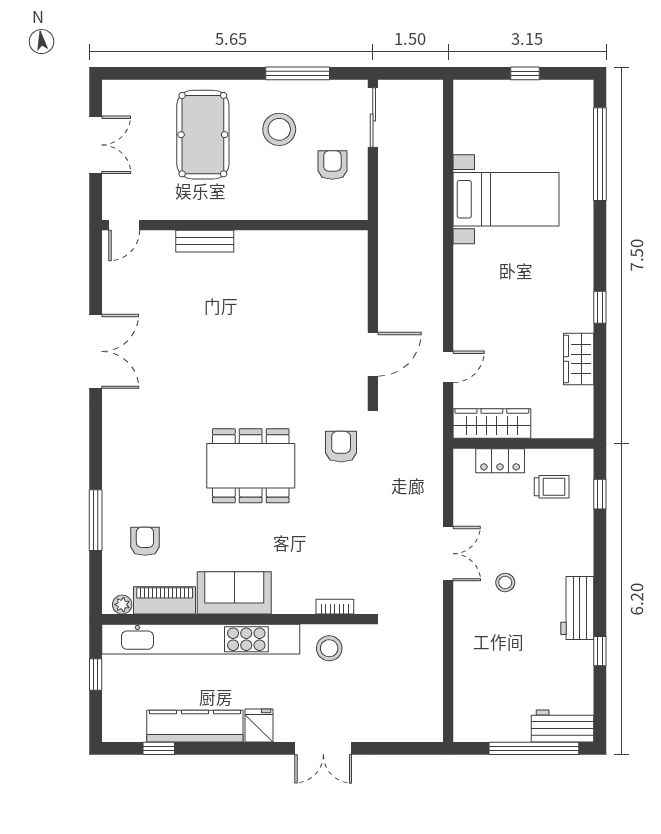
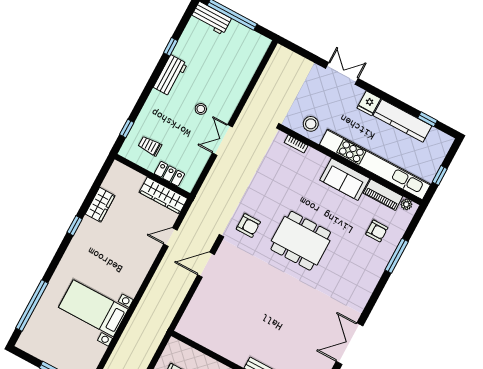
armchair: (341, 447) -> (248, 226), turned -90
armchair: (145, 541) -> (377, 231), turned -90

